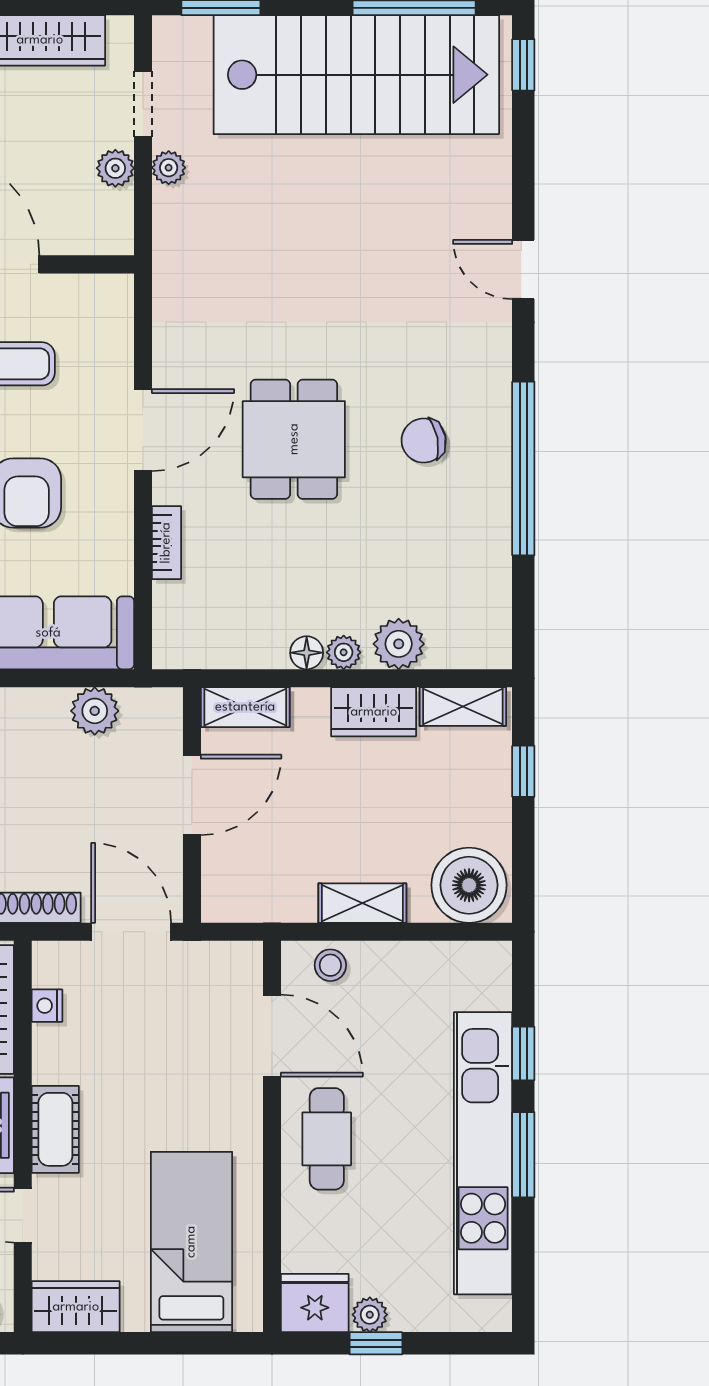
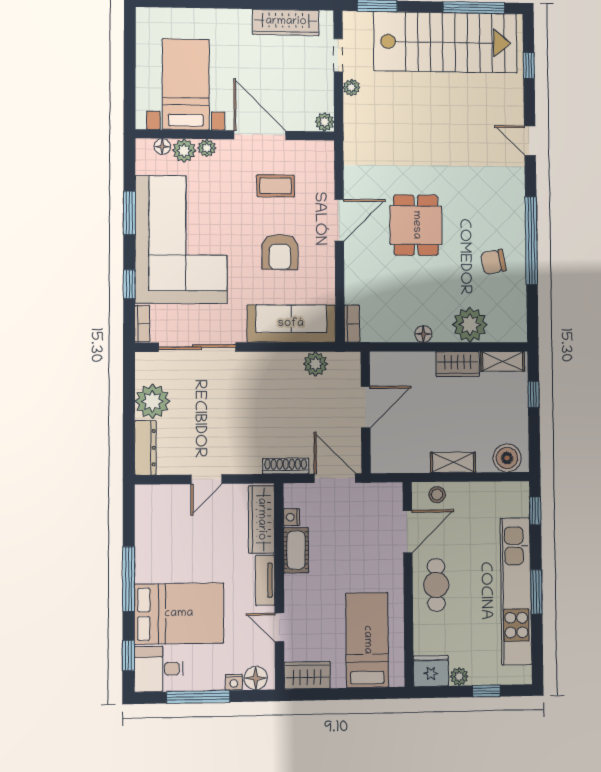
window: (523, 65) -> (529, 65), moved
plant: (115, 168) -> (325, 122), moved
chair: (424, 441) -> (493, 262), moved
bookcase: (166, 543) -> (352, 324), moved
plant: (399, 644) -> (470, 325), width x1.36, depth x1.36
plant: (344, 652) -> (442, 334), removed
shelving: (245, 707) -> (392, 362), removed
boiler: (469, 885) -> (507, 458), width x0.73, depth x0.73
door: (272, 1036) -> (408, 532), hinge flipped
window: (523, 1054) -> (535, 511), moved
cot: (55, 1129) -> (296, 550), moved
window: (376, 1343) -> (486, 691), moved

